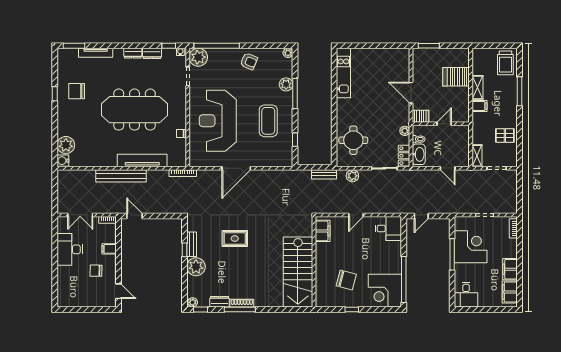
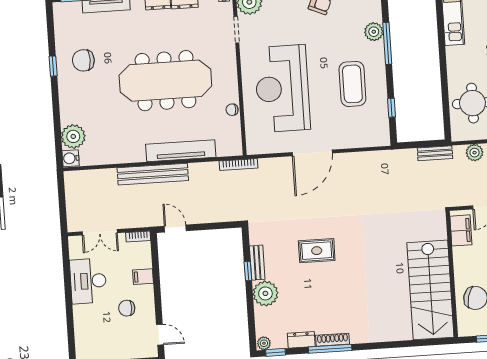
filing cabinet: (323, 231) -> (461, 230), moved
wall: (314, 262) -> (452, 274), moved
stairs: (298, 272) -> (430, 290), moved

